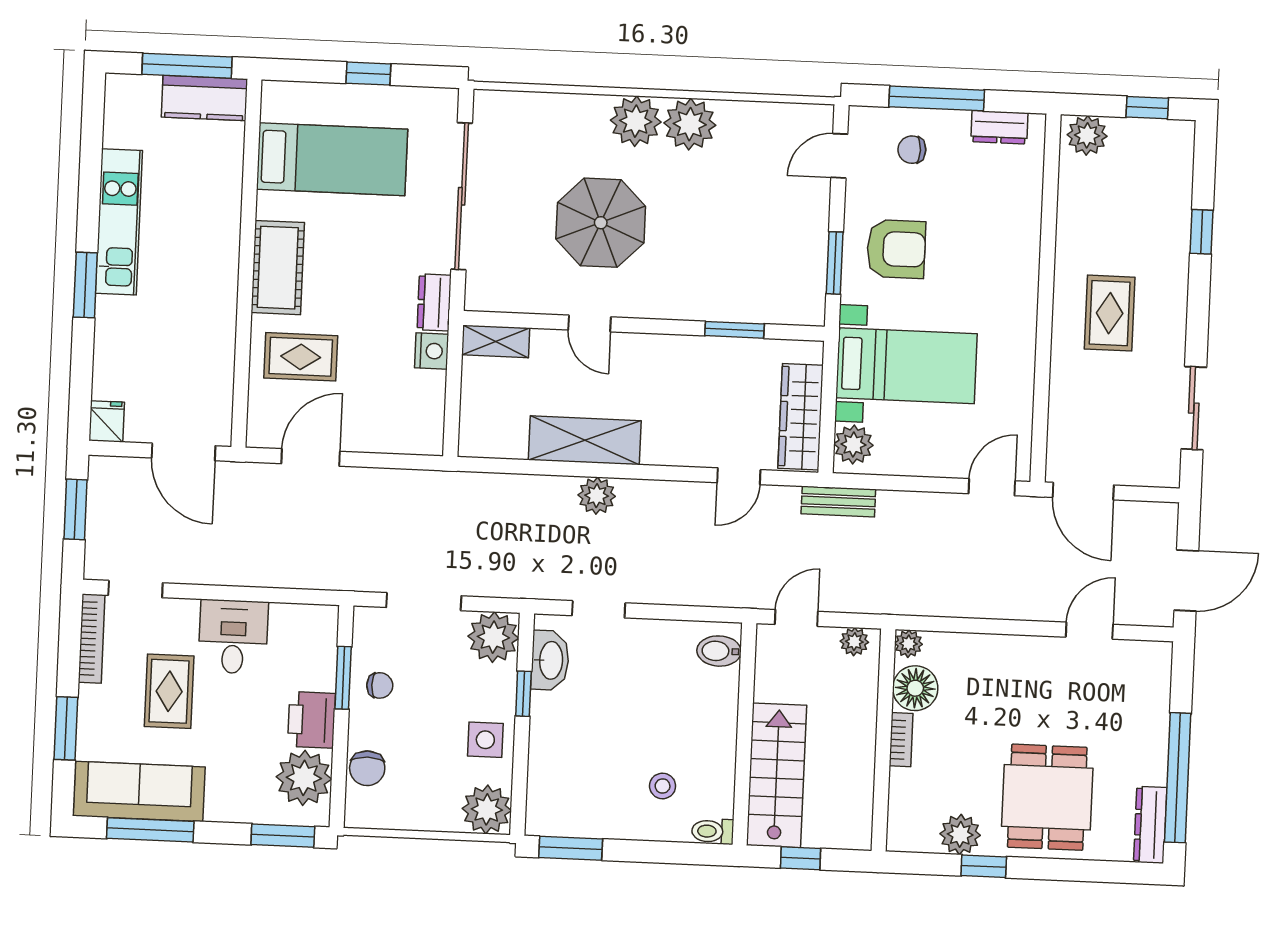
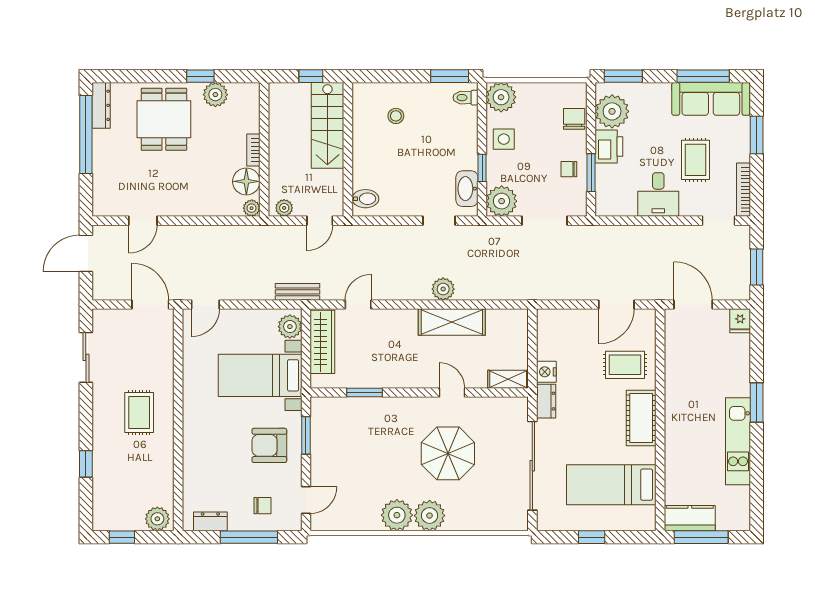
toilet: (713, 831) -> (465, 98), moved, turned 180

